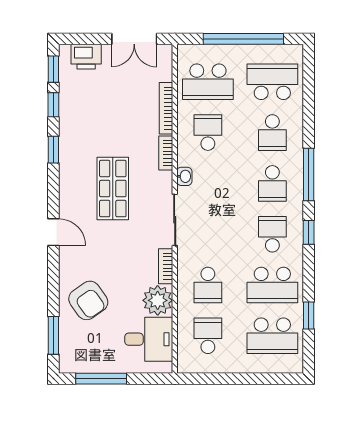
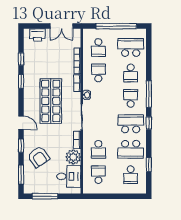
window: (53, 69) -> (21, 146), moved
school desk: (208, 82) -> (98, 48), width x0.54
school desk: (272, 183) -> (131, 98), turned 180
shop shelf: (113, 189) -> (51, 101), width x1.43, depth x1.36
school desk: (272, 234) -> (131, 124), width x1.85
school desk: (272, 336) -> (131, 175), width x0.54

